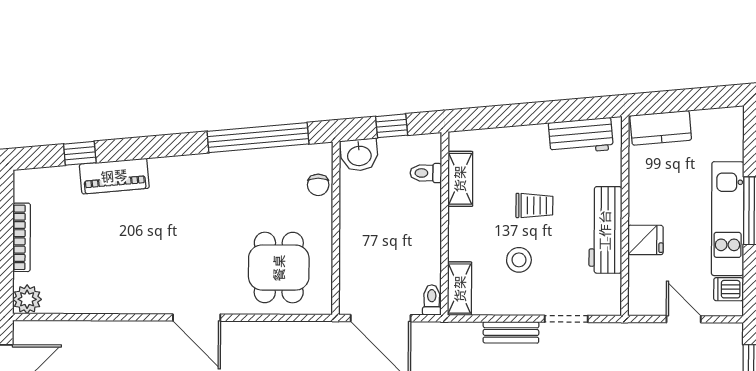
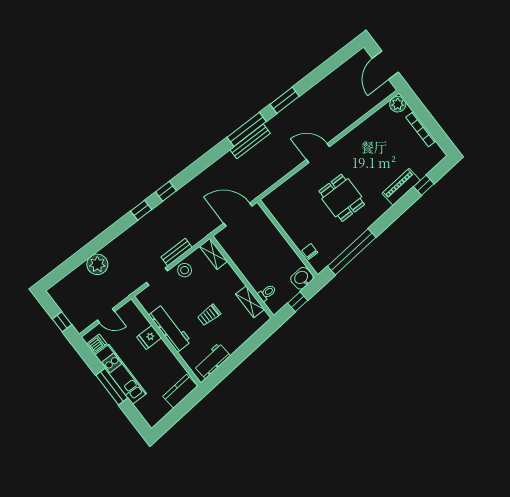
stool: (519, 260) -> (185, 270), moved
dining table: (279, 268) -> (342, 198), moved
toilet: (432, 300) -> (222, 240), removed

